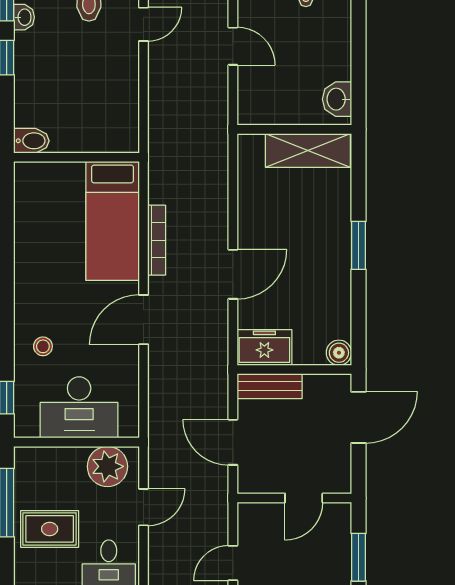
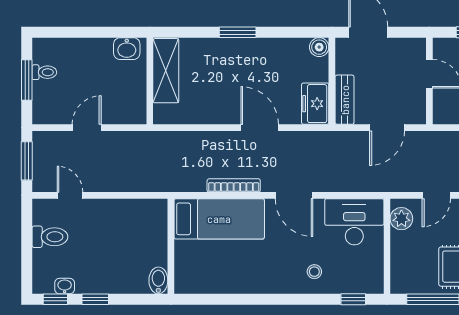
desk: (79, 407) -> (354, 222), moved, turned -90
plant: (107, 466) -> (401, 219), width x0.73, depth x0.73
door: (143, 507) -> (436, 195), swing flipped

